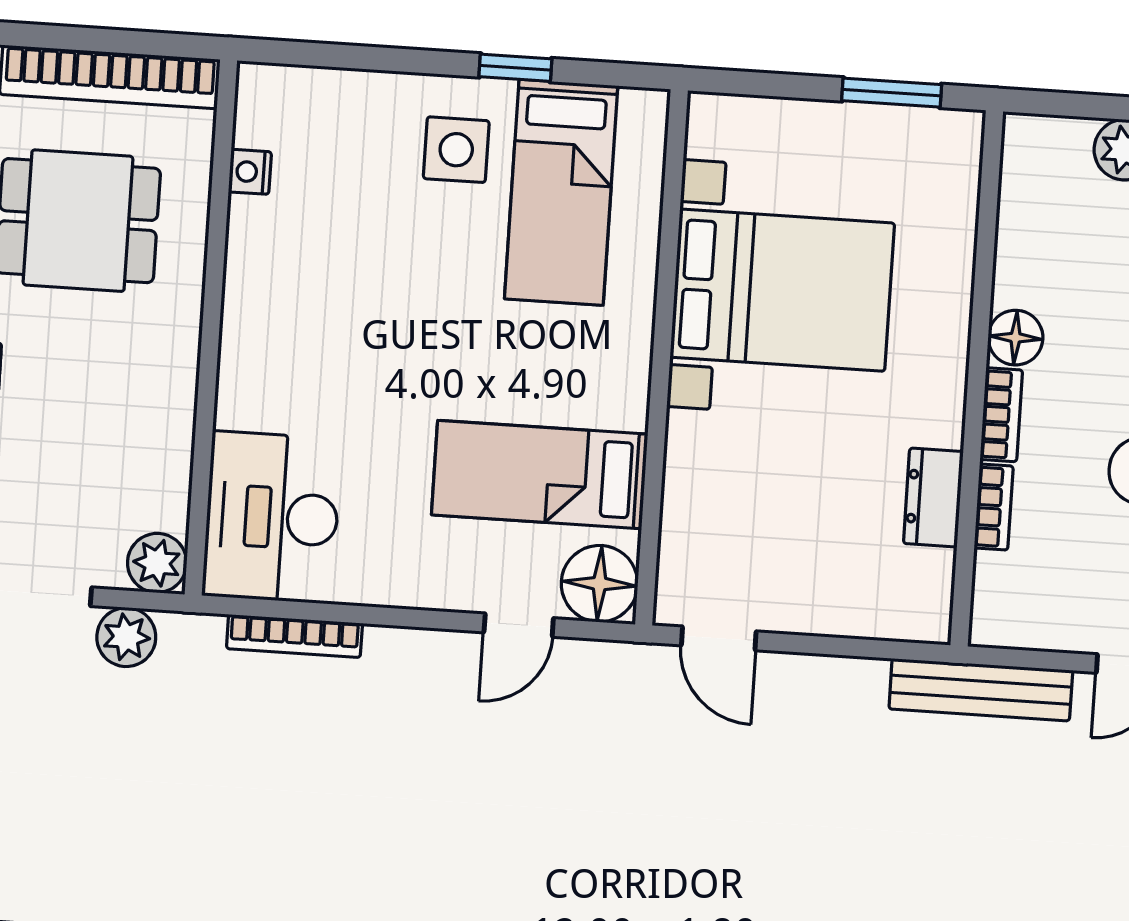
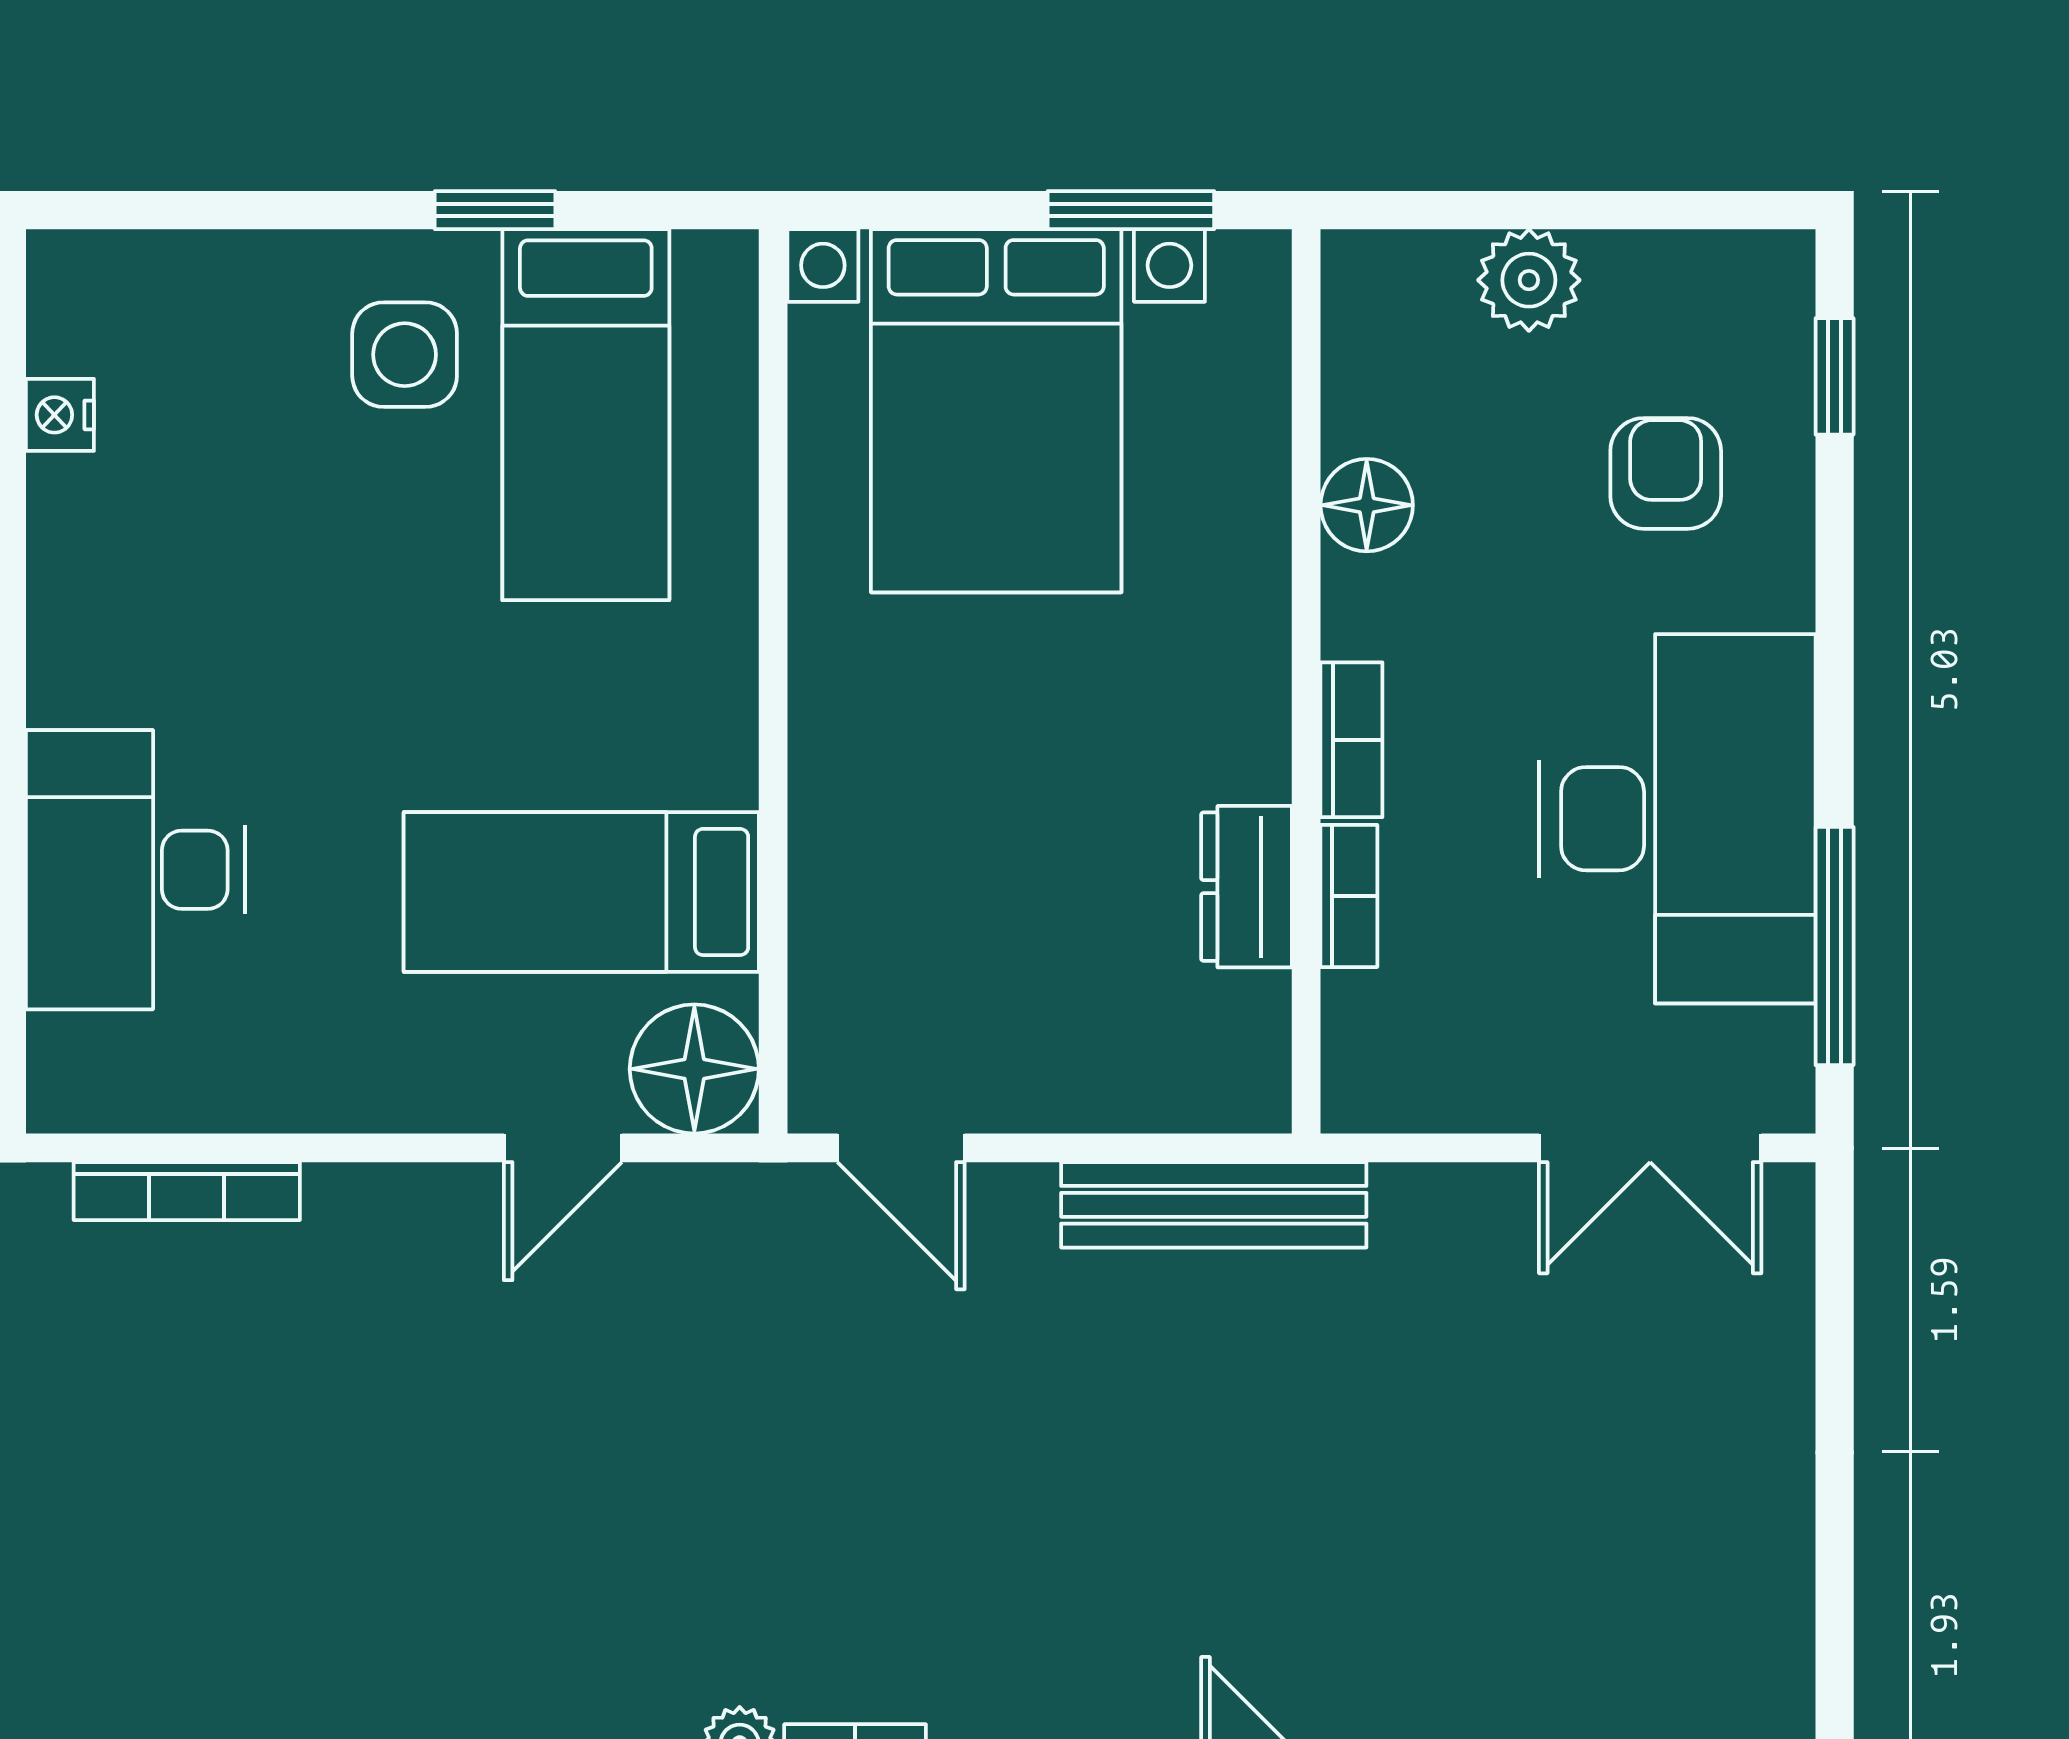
bed with nightstands: (782, 290) -> (996, 411), moved, turned 90
floor lamp: (1015, 338) -> (1367, 505), moved
desk: (272, 517) -> (136, 870), moved
bench: (981, 690) -> (1214, 1205), moved

